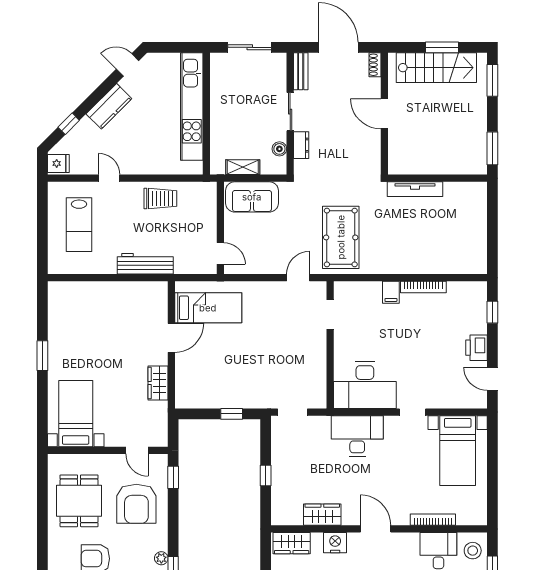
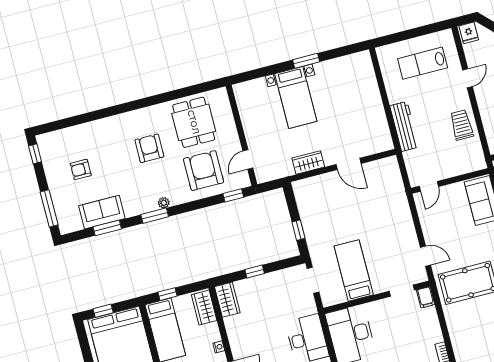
trolley: (160, 199) -> (462, 125), turned 180
filing cabinet: (391, 292) -> (426, 297), moved, turned -90
bed: (208, 308) -> (354, 270), moved, turned 180
bed with nightstands: (76, 414) -> (296, 98), moved, turned 90
dining table: (79, 501) -> (194, 122), turned 90
armchair: (136, 504) -> (204, 171), turned 90
wardrobe: (322, 515) -> (227, 300), moved
nightstand: (335, 543) -> (219, 347), width x0.53, depth x0.56

